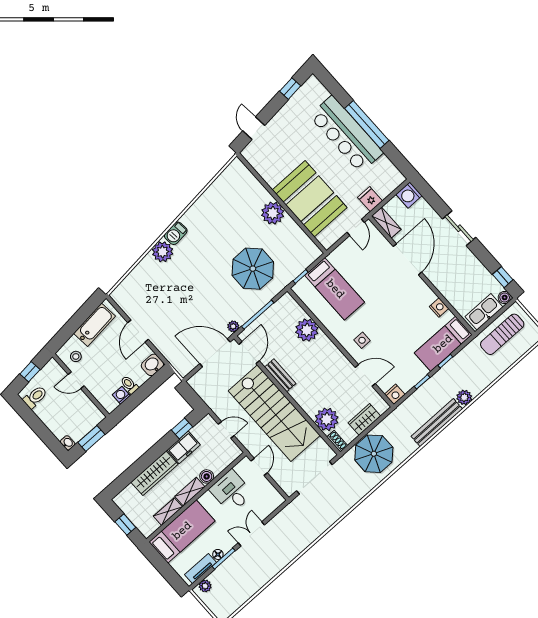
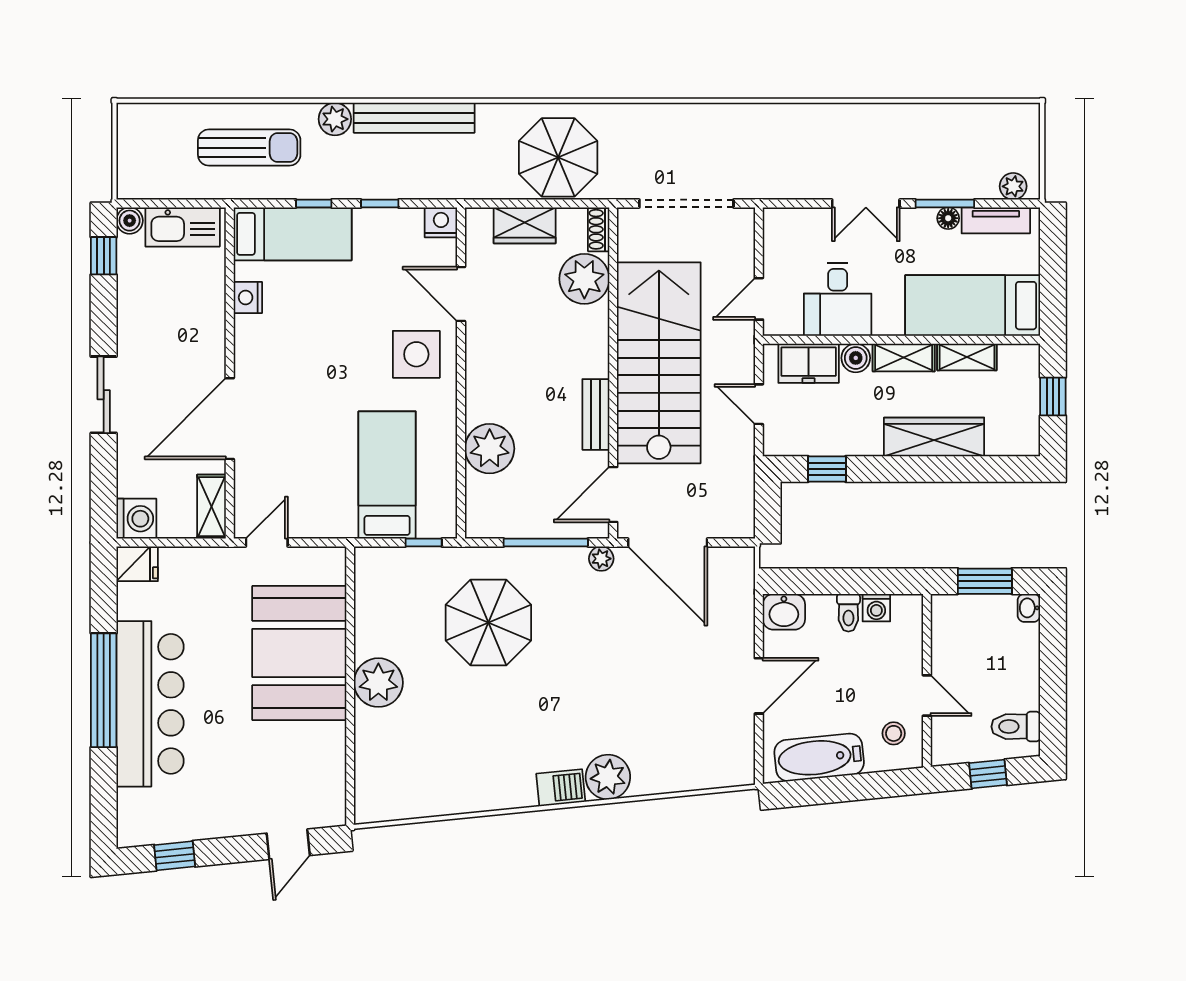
fridge: (370, 199) -> (137, 564), moved, turned -90
sun lounger: (502, 334) -> (249, 148), moved
side table: (362, 340) -> (416, 354), width x1.87, depth x1.87
freezer: (184, 447) -> (809, 363), moved, turned 180

